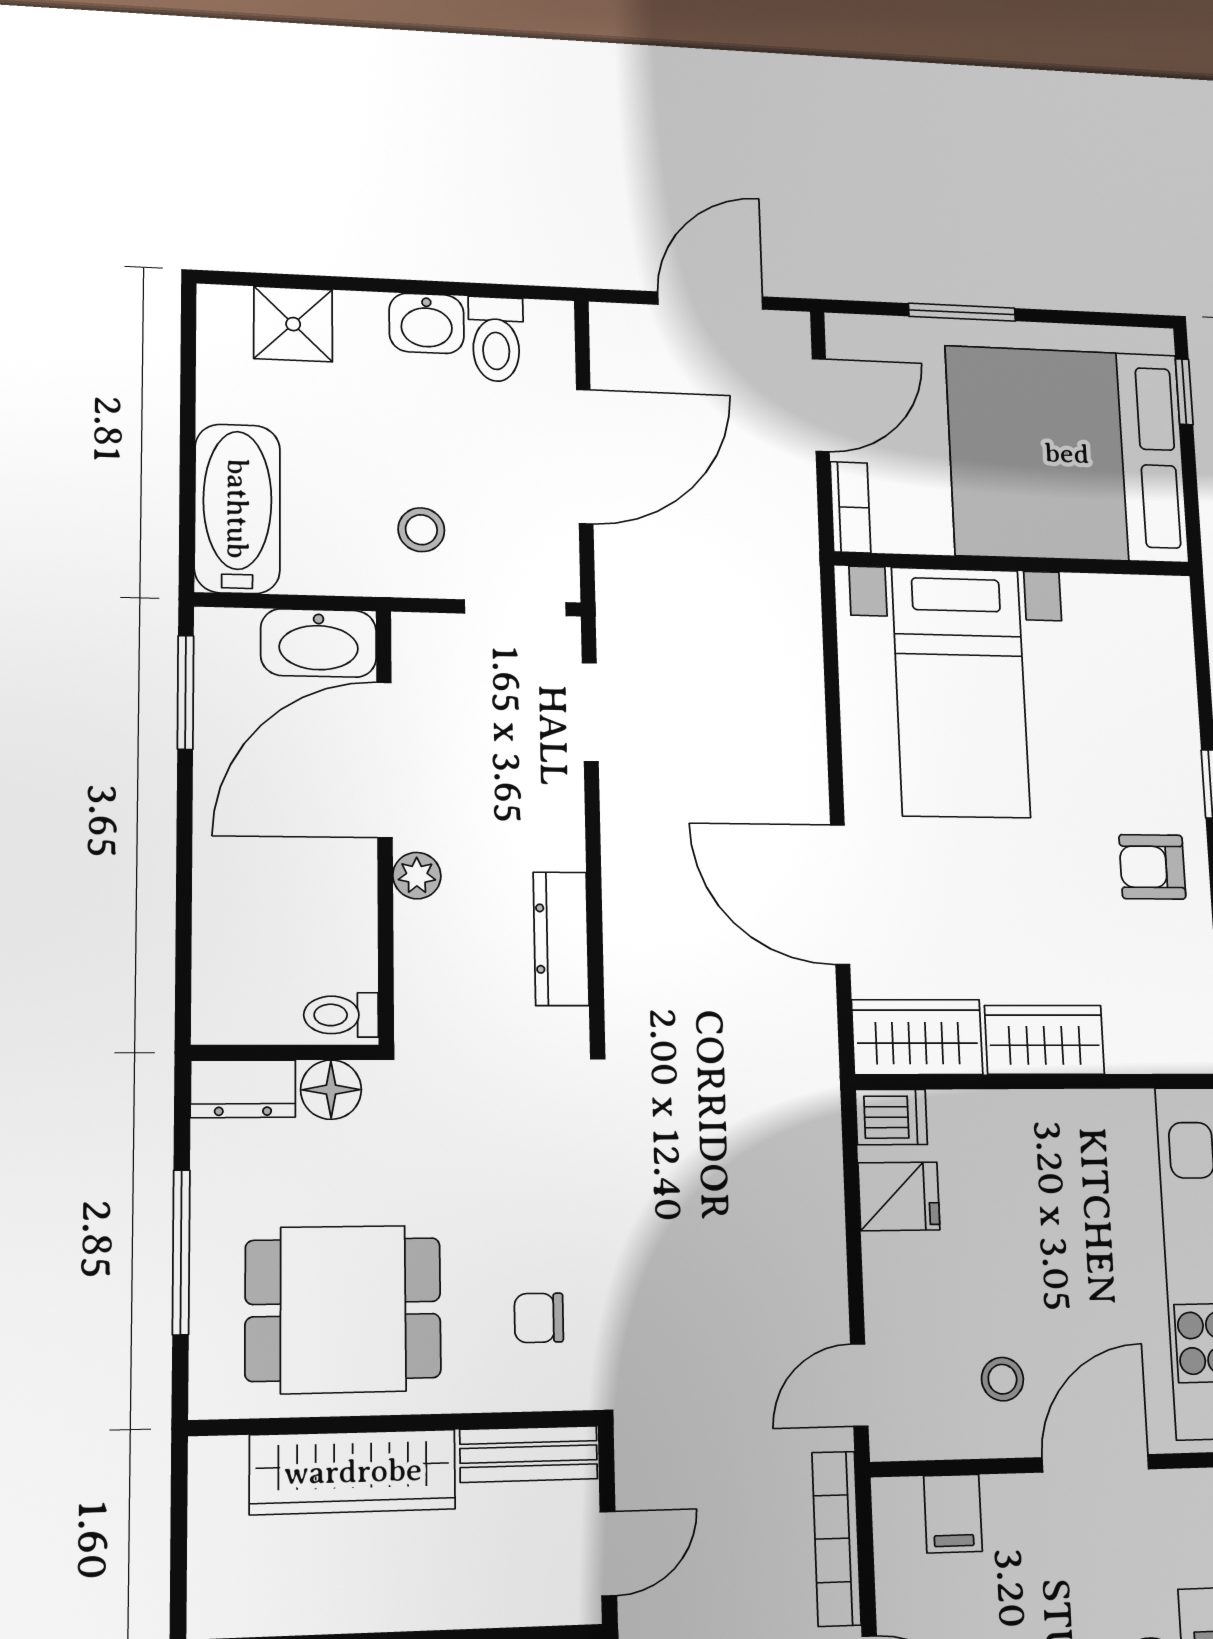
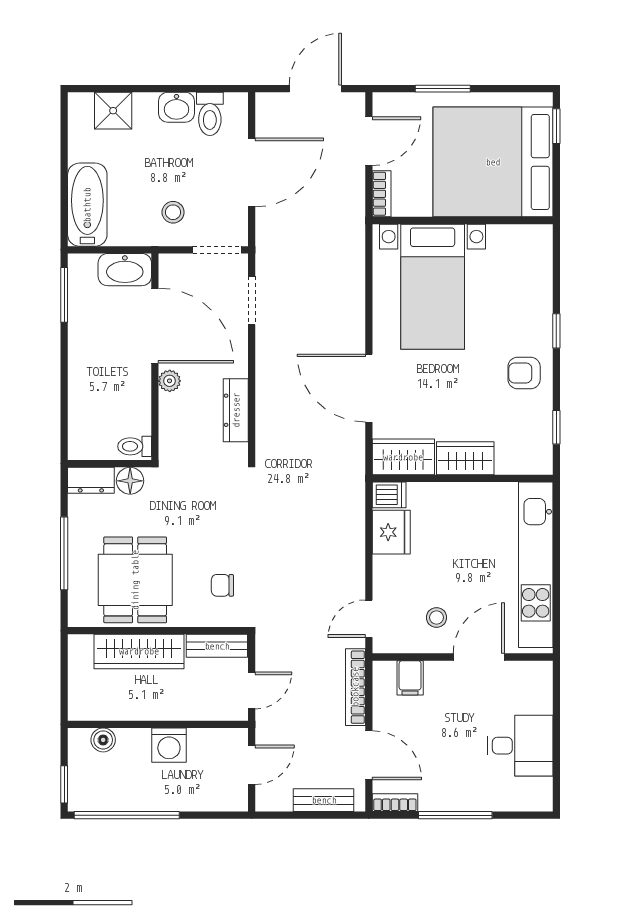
door: (384, 760) -> (155, 326), swing flipped
fridge: (899, 1196) -> (391, 532), width x1.38
dining table: (343, 1309) -> (135, 580), turned 90

